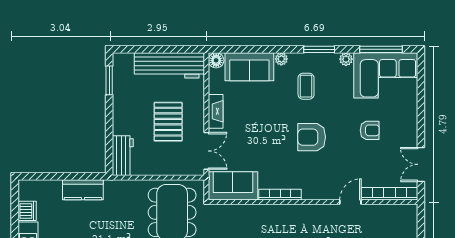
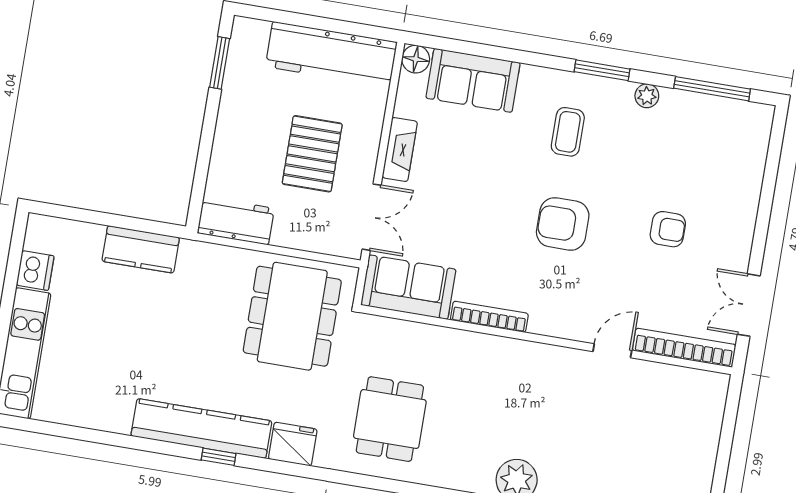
plant: (281, 59) -> (532, 76), removed
corner sofa: (386, 75) -> (713, 136), removed
workbench: (123, 156) -> (236, 221), moved, turned -90

